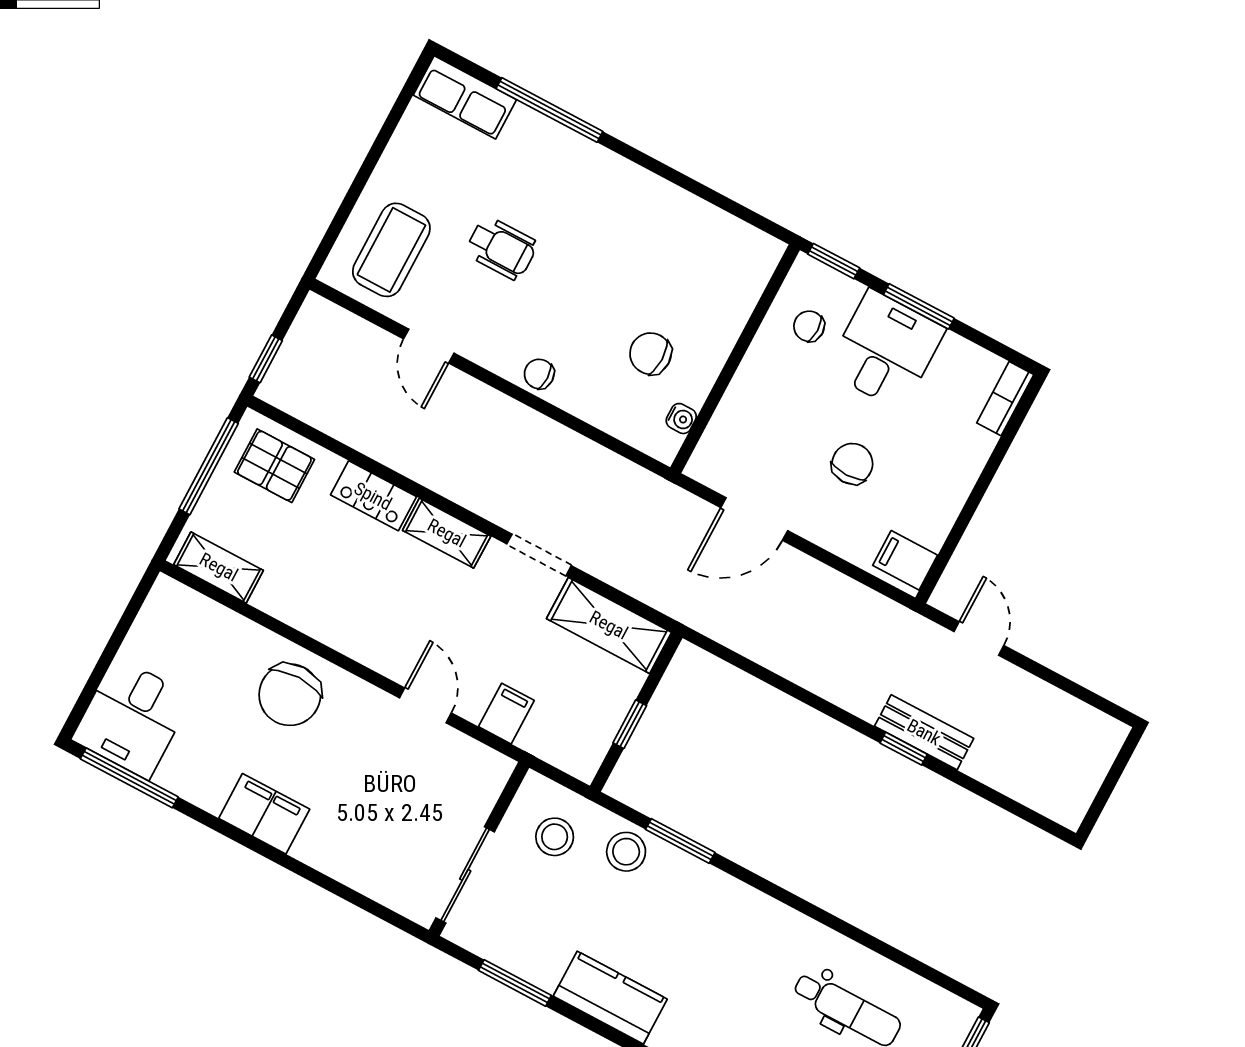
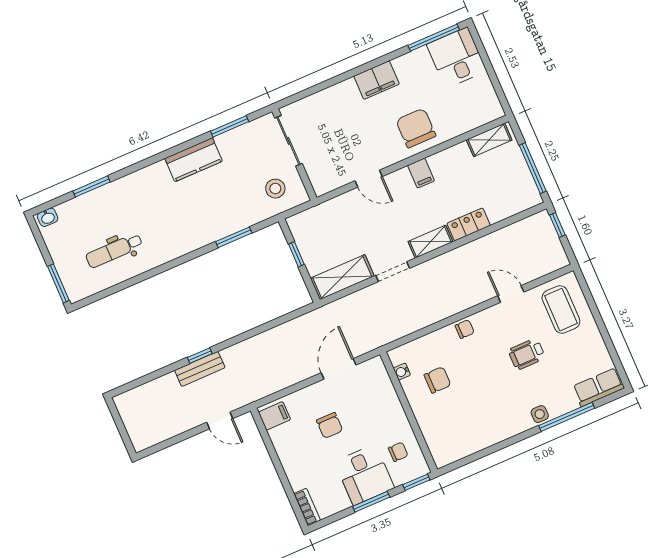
side table: (578, 155) -> (540, 414), added
pallet: (274, 466) -> (512, 194), removed
filing cabinet: (506, 714) -> (421, 173), moved
stool: (626, 852) -> (247, 212), removed

